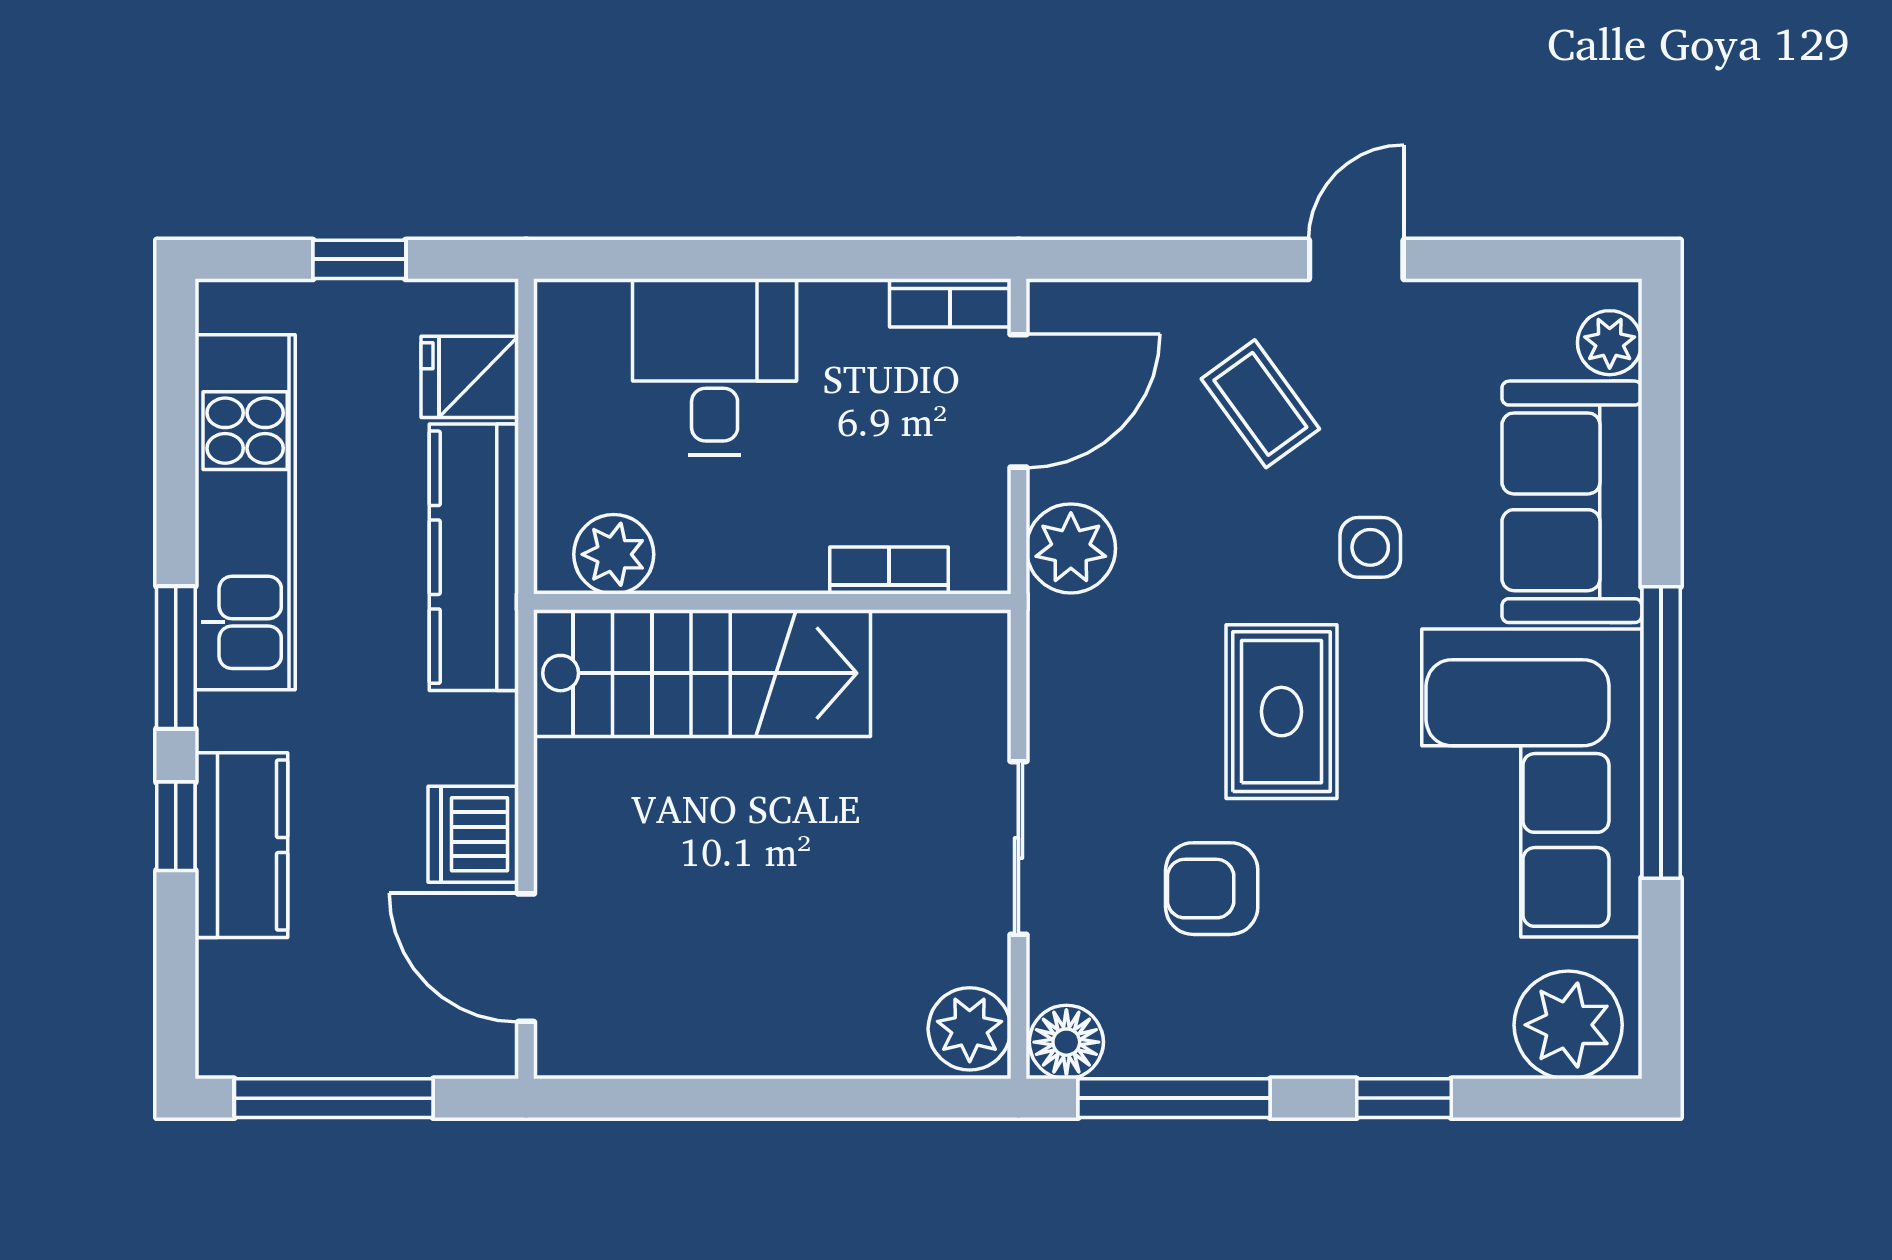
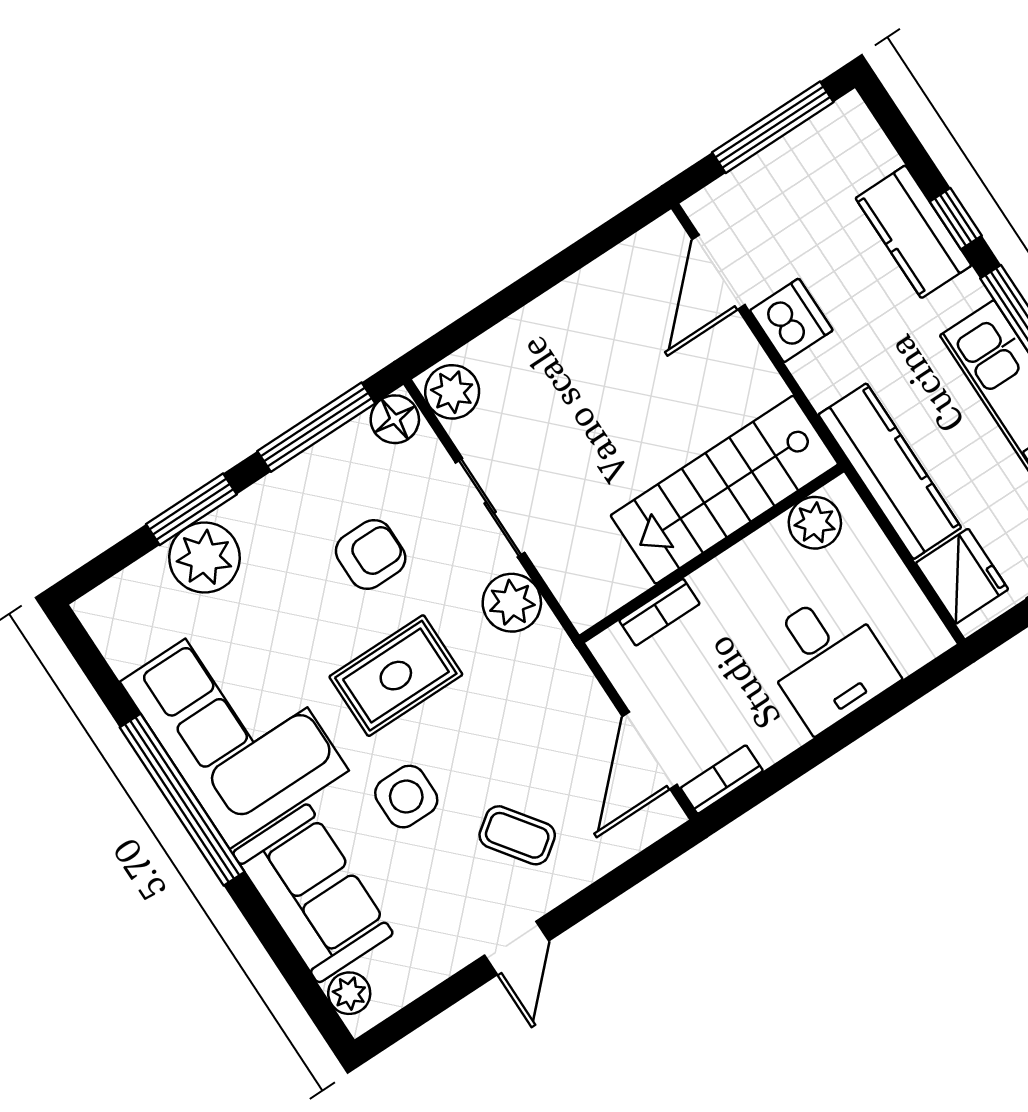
fridge: (470, 377) -> (962, 576), width x1.38
side table: (1370, 547) -> (406, 797), width x1.37, depth x1.37
plant: (1071, 548) -> (512, 603), moved
rug: (1281, 712) -> (396, 676), turned 90
door: (526, 958) -> (719, 272), swing flipped
plant: (1568, 1025) -> (204, 558), moved
window: (1404, 1098) -> (191, 509), width x1.50

